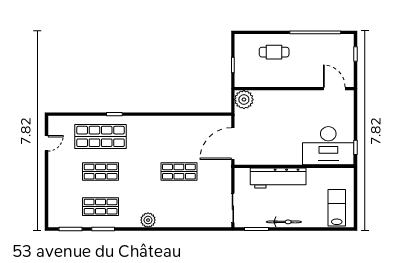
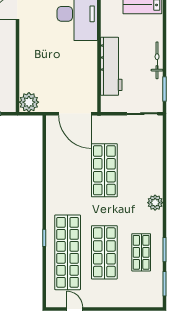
shop shelf: (101, 136) -> (68, 252), width x1.40
shop shelf: (101, 172) -> (104, 252), width x1.43, depth x1.36
shop shelf: (179, 172) -> (104, 170), width x1.43, depth x1.36

